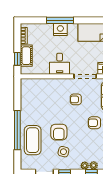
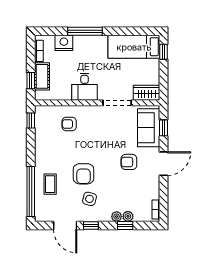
nightstand: (60, 29) -> (64, 43), moved
window: (17, 90) -> (31, 121), added
armchair: (76, 99) -> (69, 124), moved
window: (17, 130) -> (31, 192), moved
coffee table: (33, 140) -> (50, 184), width x0.54, depth x0.58

